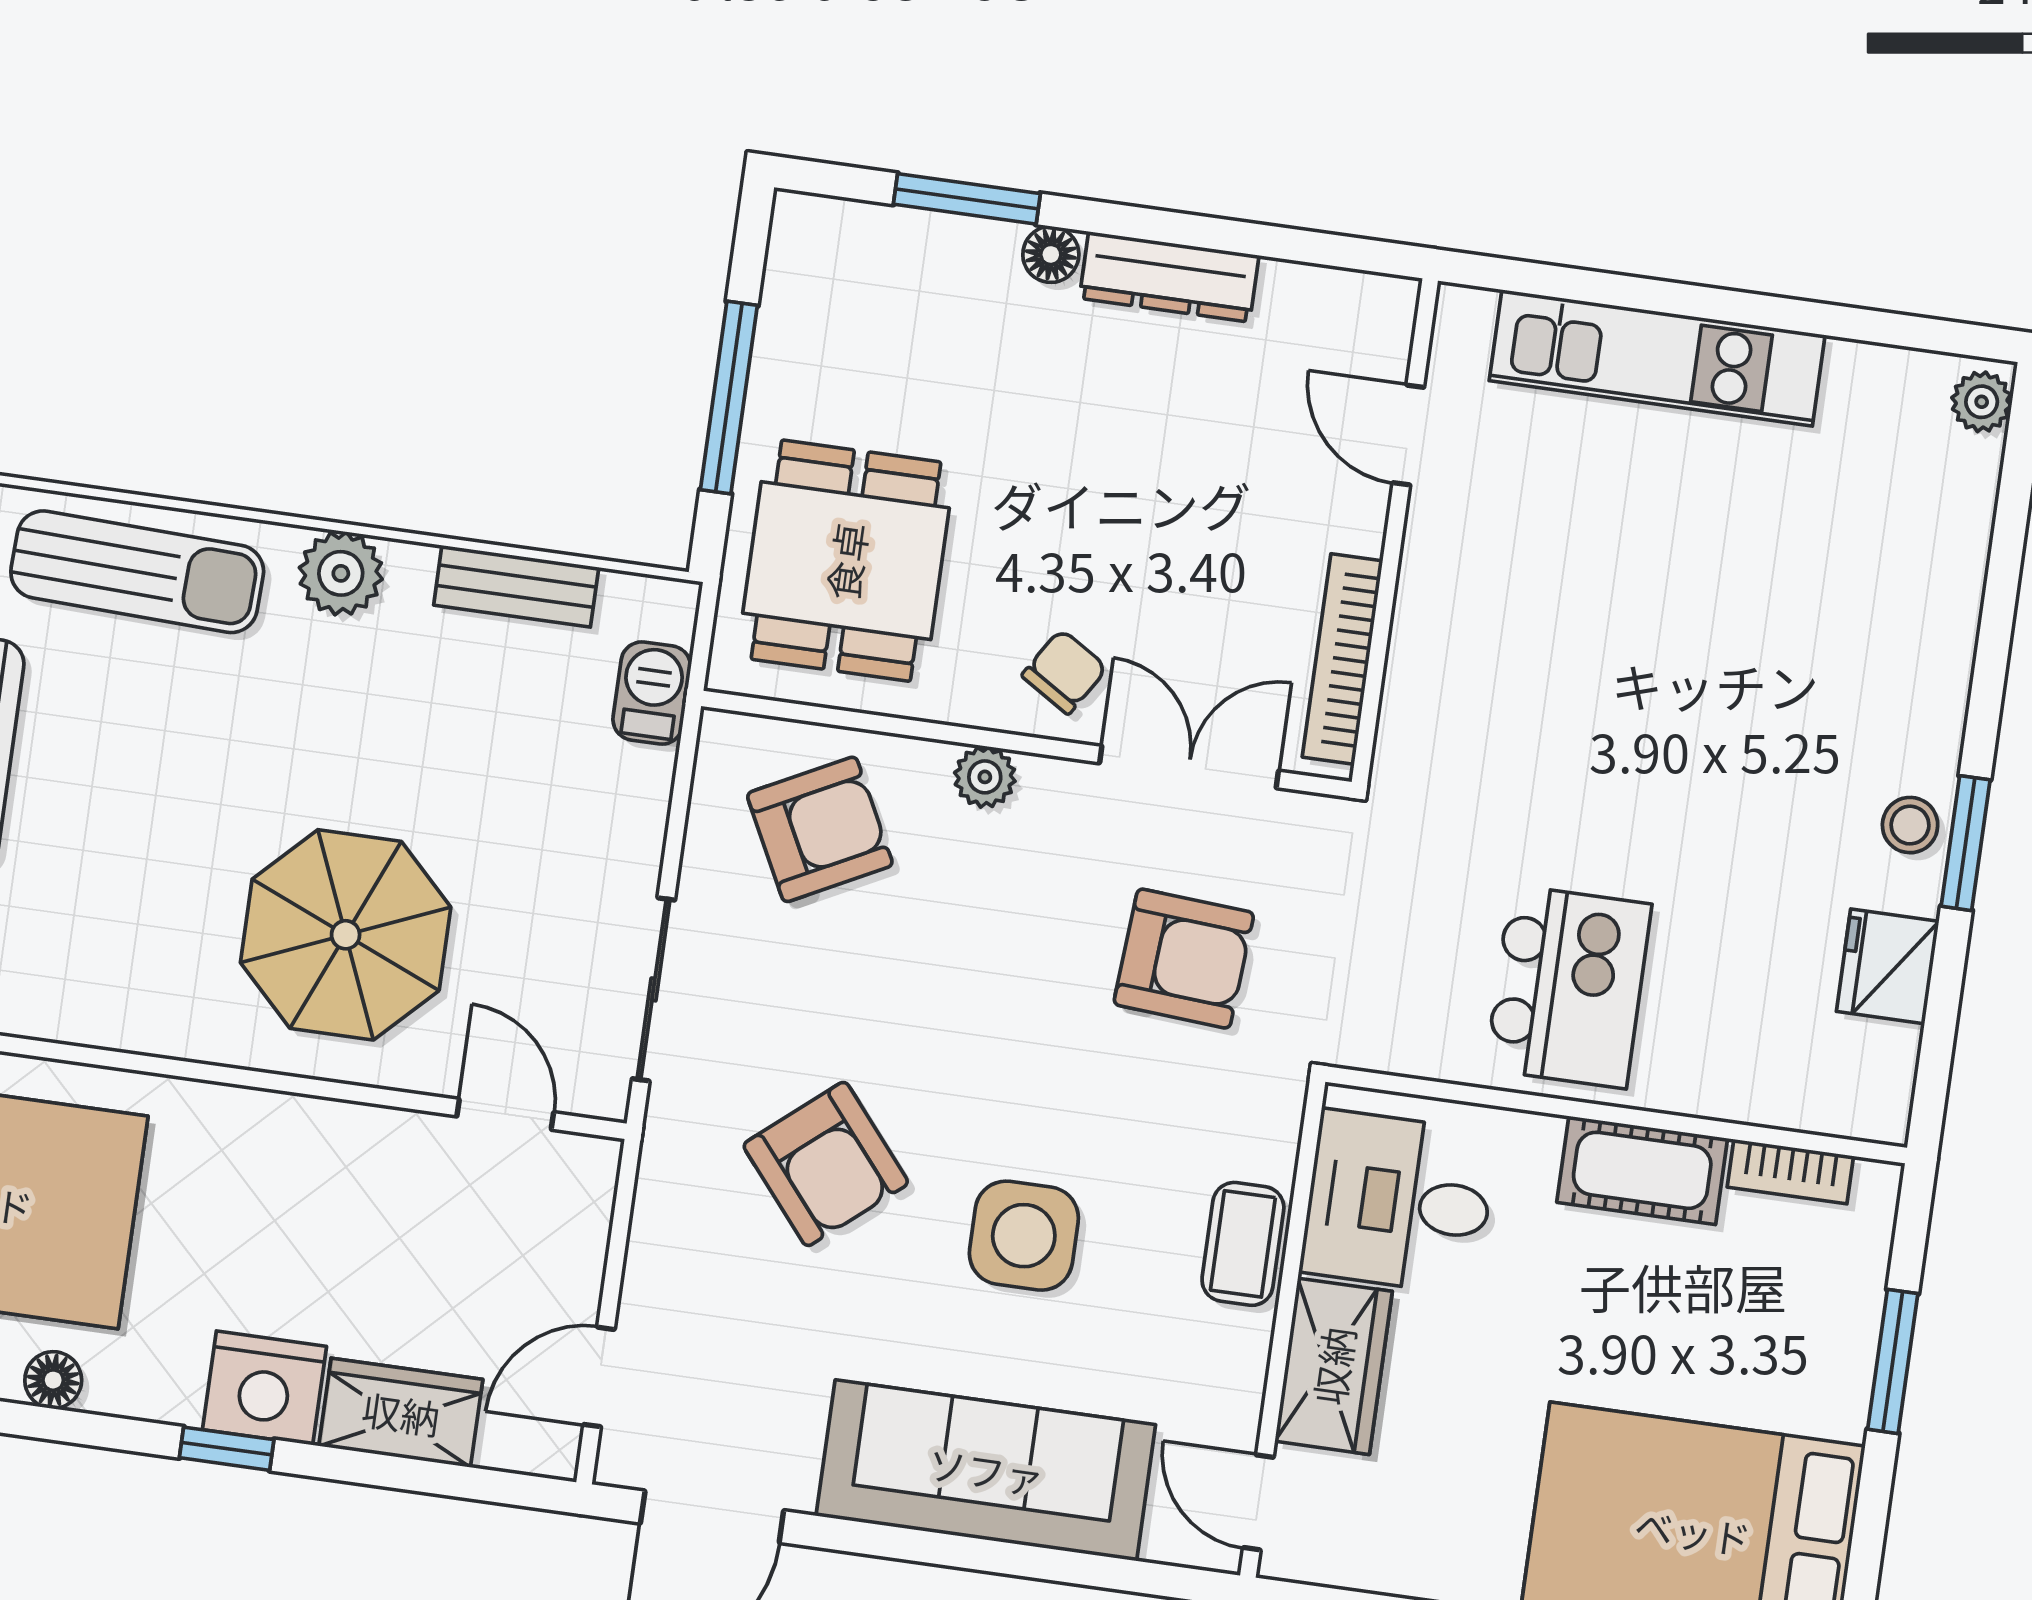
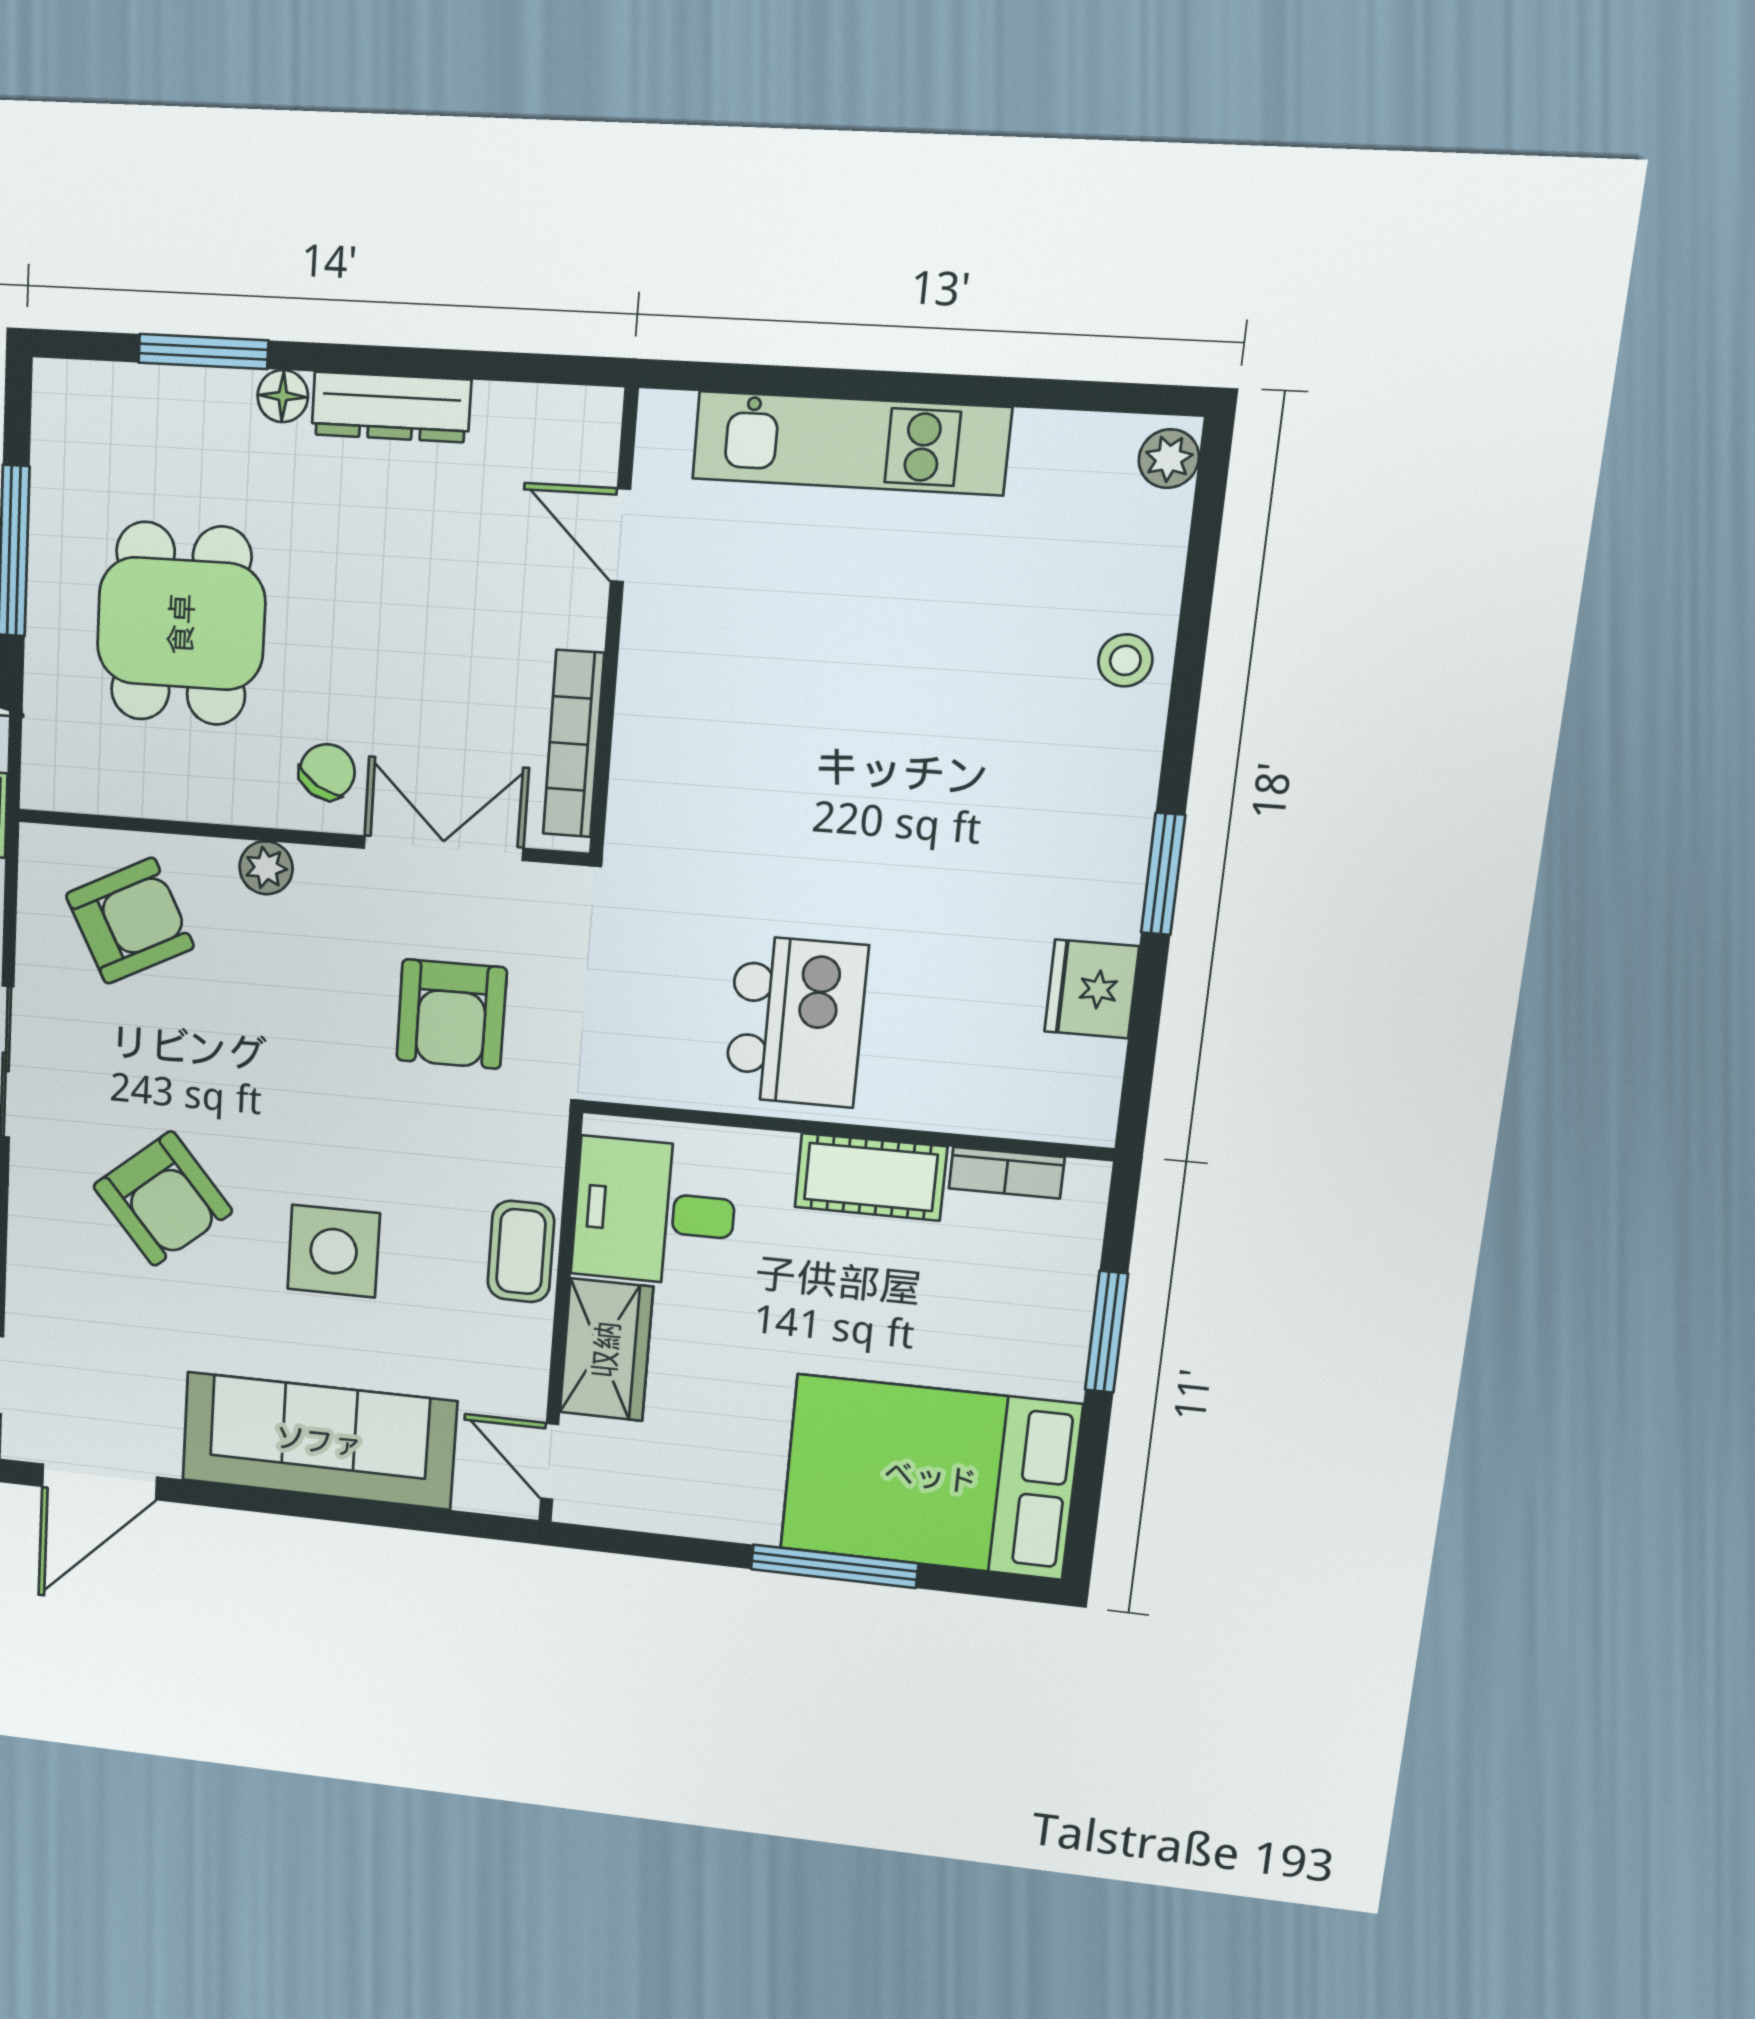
dining table: (846, 561) -> (181, 624), moved
stool: (1910, 825) -> (1125, 660), moved
armchair: (1184, 959) -> (452, 1014), turned 86

